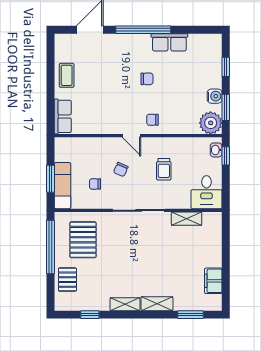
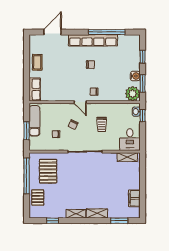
window: (143, 30) -> (107, 32), moved
row of seats: (169, 42) -> (93, 40), width x2.02
exam couch: (62, 186) -> (34, 121), moved
shelving: (187, 219) -> (127, 157), moved

